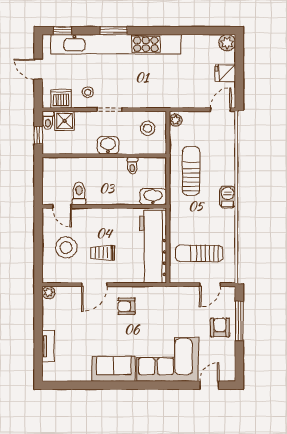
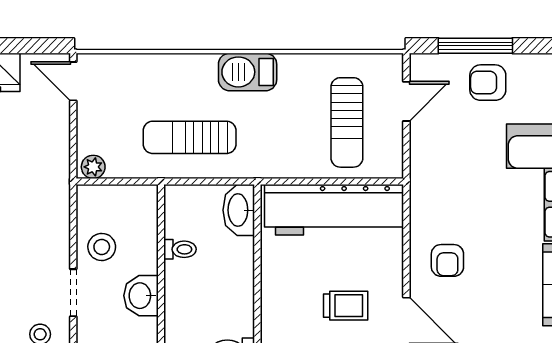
stool: (148, 128) -> (102, 247), moved
barbecue: (228, 197) -> (248, 72), width x1.38, depth x1.27
trolley: (103, 253) -> (346, 306), turned -90
door: (210, 285) -> (406, 101), hinge flipped

